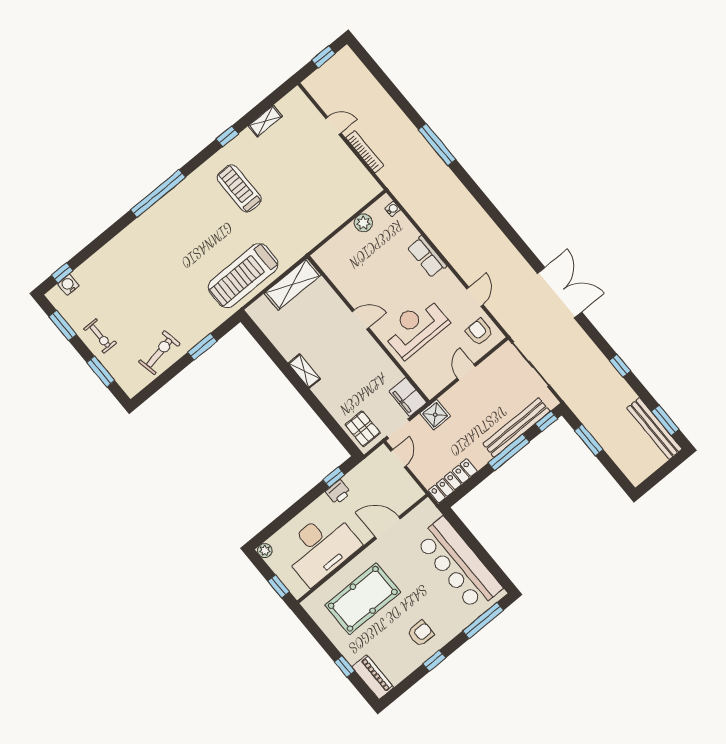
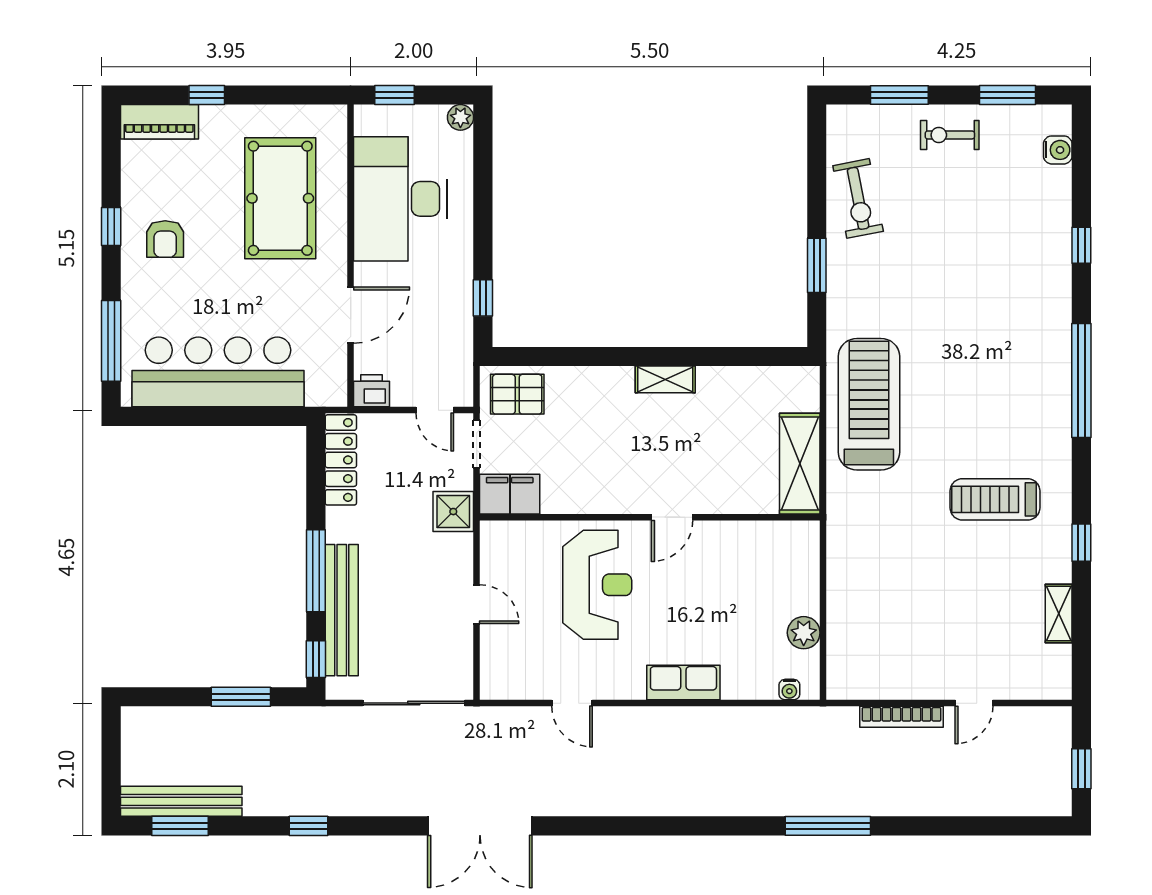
treadmill: (239, 188) -> (995, 499), turned 180
window: (62, 273) -> (1081, 245), moved
armchair: (479, 332) -> (518, 669), removed
printer: (338, 492) -> (371, 391), moved, turned 90

